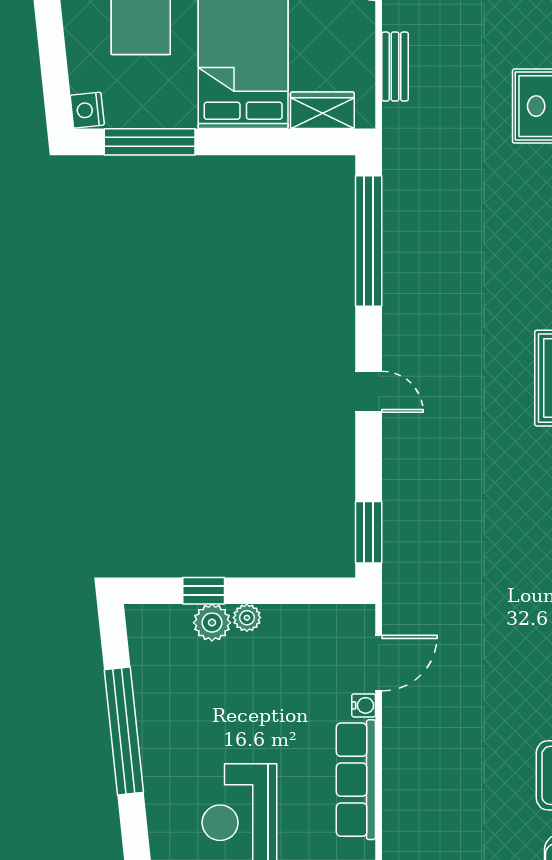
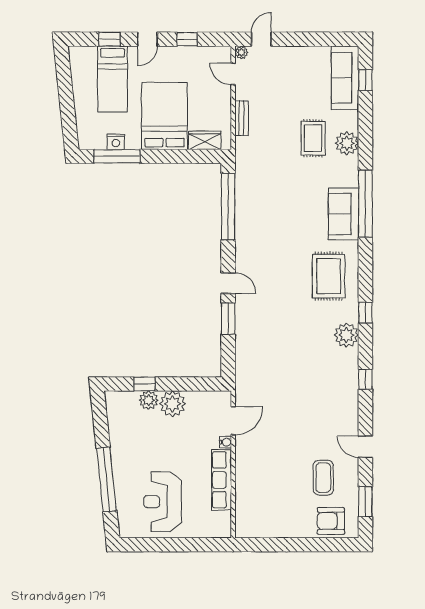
nightstand: (87, 110) -> (116, 142), moved, turned -84
window: (369, 532) -> (228, 319), moved
plant: (247, 618) -> (172, 404), width x1.87, depth x1.87
window: (124, 731) -> (107, 480), moved

